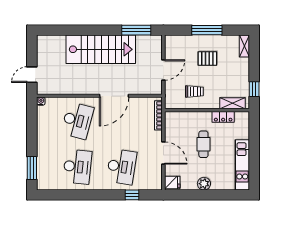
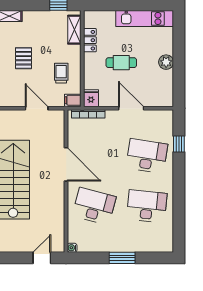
door: (32, 75) -> (42, 258), swing flipped
filing cabinet: (170, 102) -> (73, 100), added
door: (163, 153) -> (131, 108), hinge flipped
window: (32, 168) -> (122, 258), moved
fridge: (172, 183) -> (91, 98), moved

